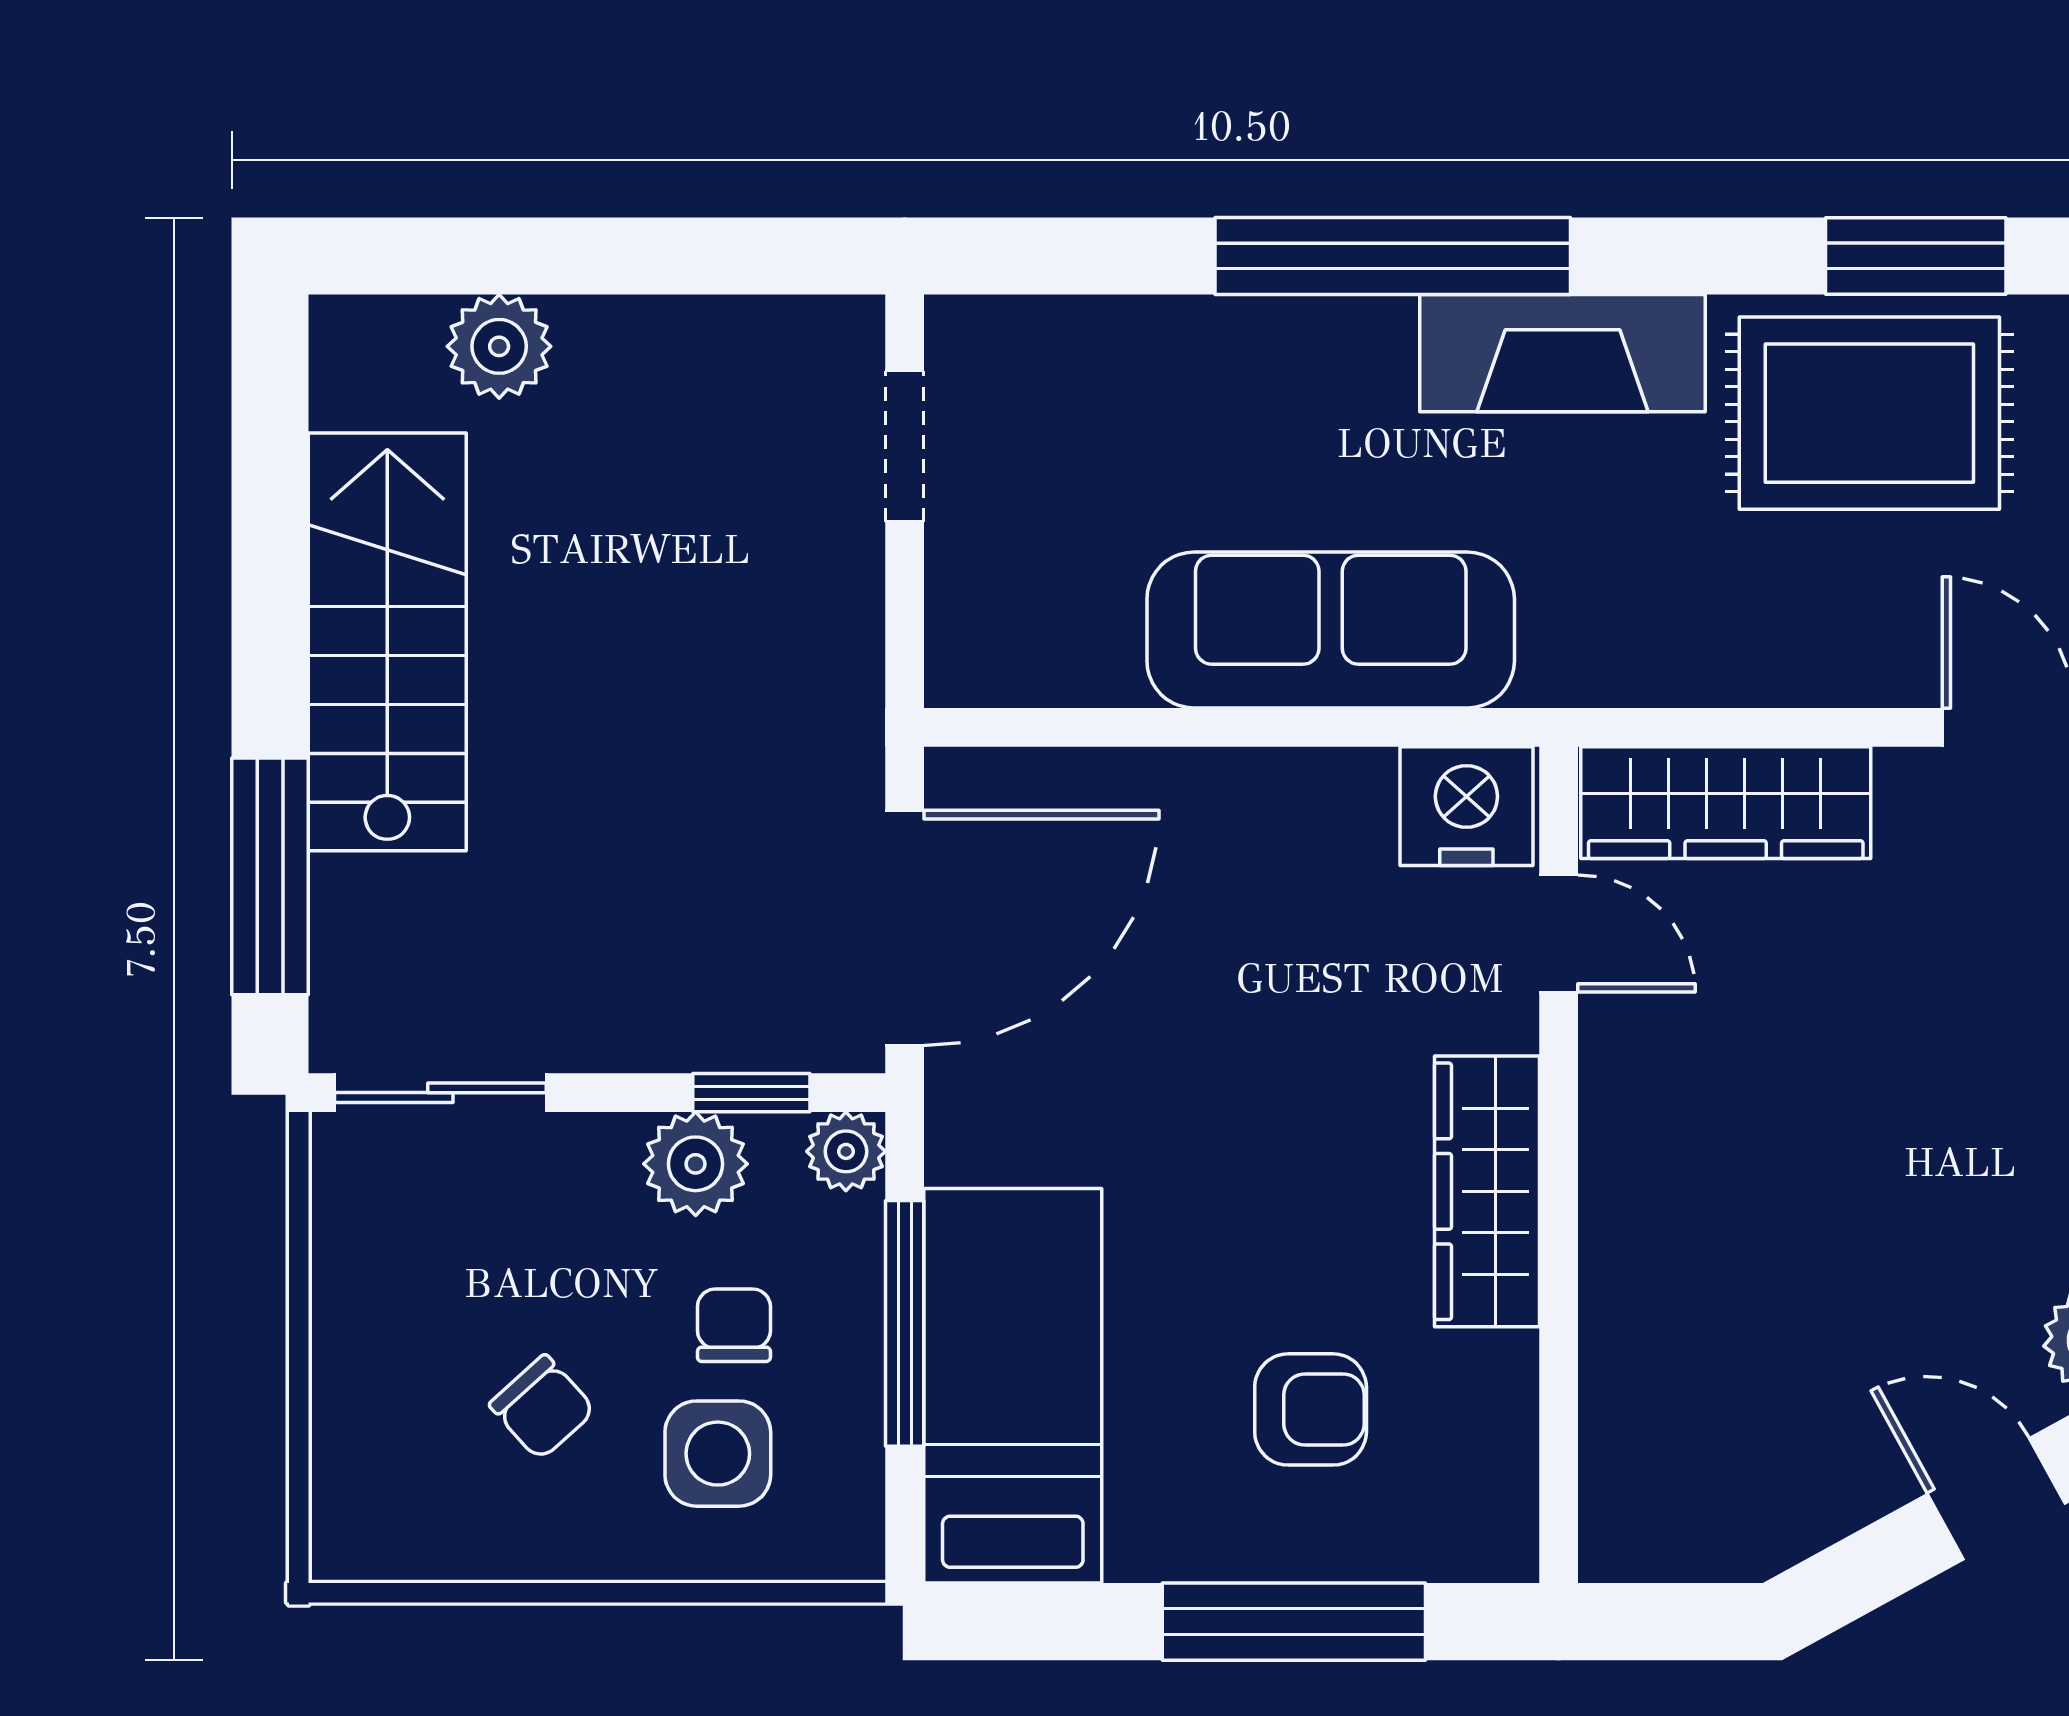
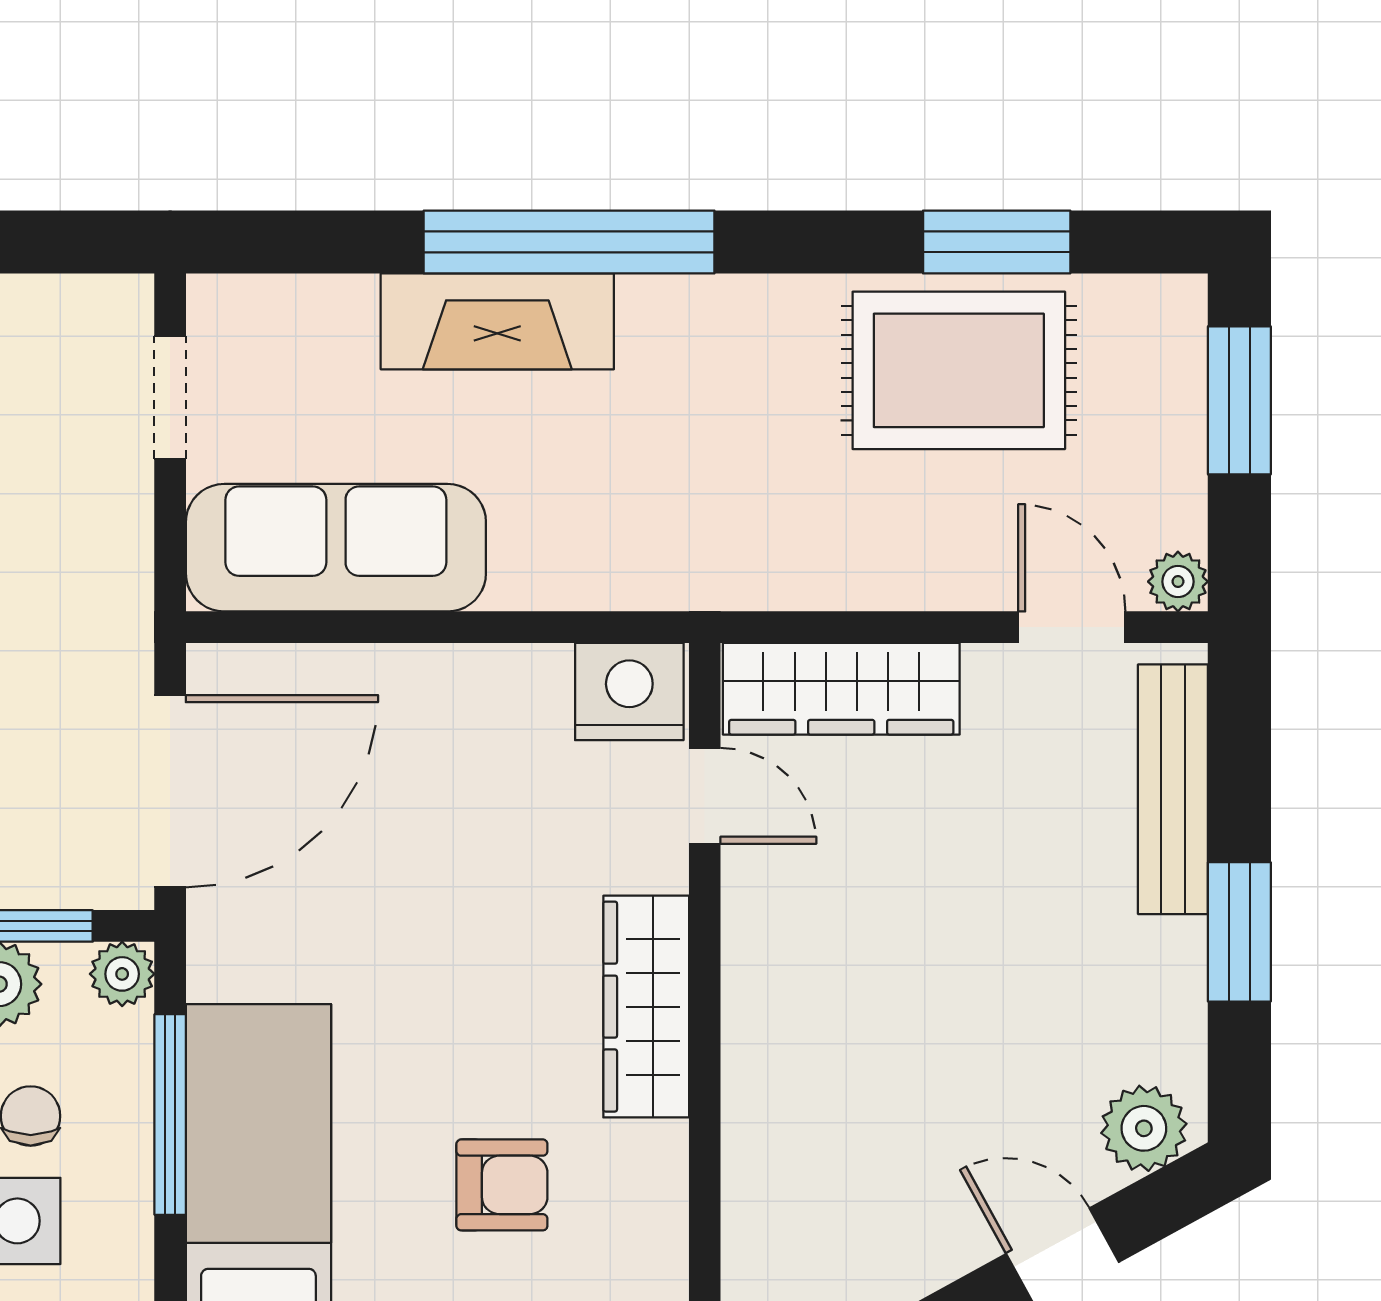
fireplace: (1562, 353) -> (497, 321), moved
sofa: (1331, 630) -> (336, 548), moved

